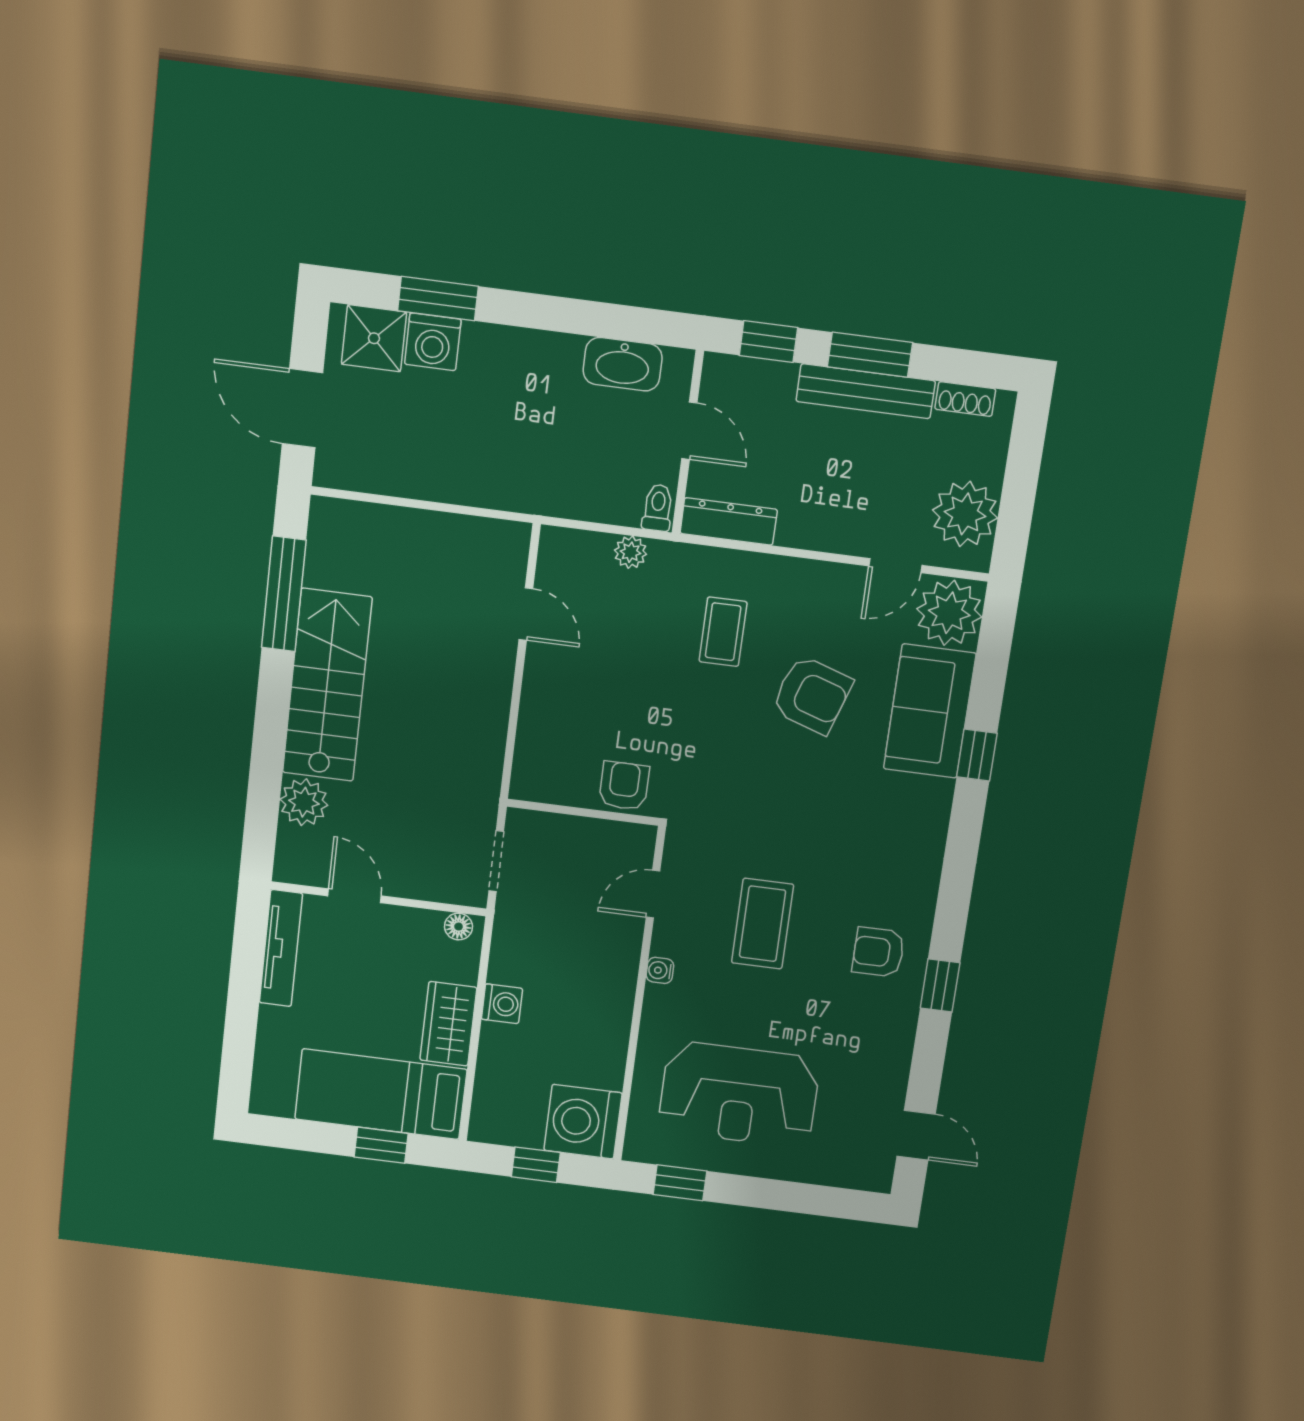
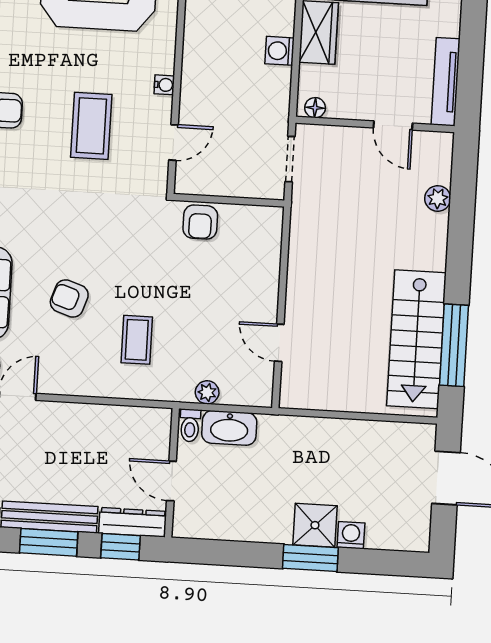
window: (438, 299) -> (310, 558), moved
shower: (374, 338) -> (315, 525), moved
washing machine: (433, 342) -> (351, 535), width x0.73, depth x0.73
washbasin: (623, 364) -> (229, 428), moved, turned 180
dresser: (729, 521) -> (133, 522), moved, turned 180
stairs: (327, 685) -> (416, 339), moved
armchair: (812, 695) -> (69, 298), width x0.72, depth x0.72
plant: (304, 802) -> (438, 198), width x0.73, depth x0.73

